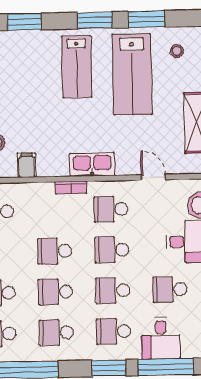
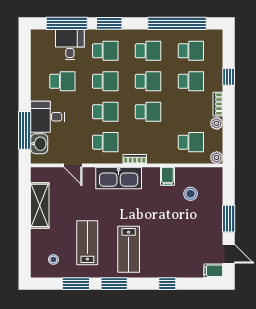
window: (24, 22) -> (167, 284), width x0.67
lab bench: (77, 67) -> (129, 249), turned 180
lab bench: (132, 74) -> (87, 243), width x0.73, depth x0.72
kitchen sink: (92, 164) -> (119, 178), width x1.36, depth x1.24

